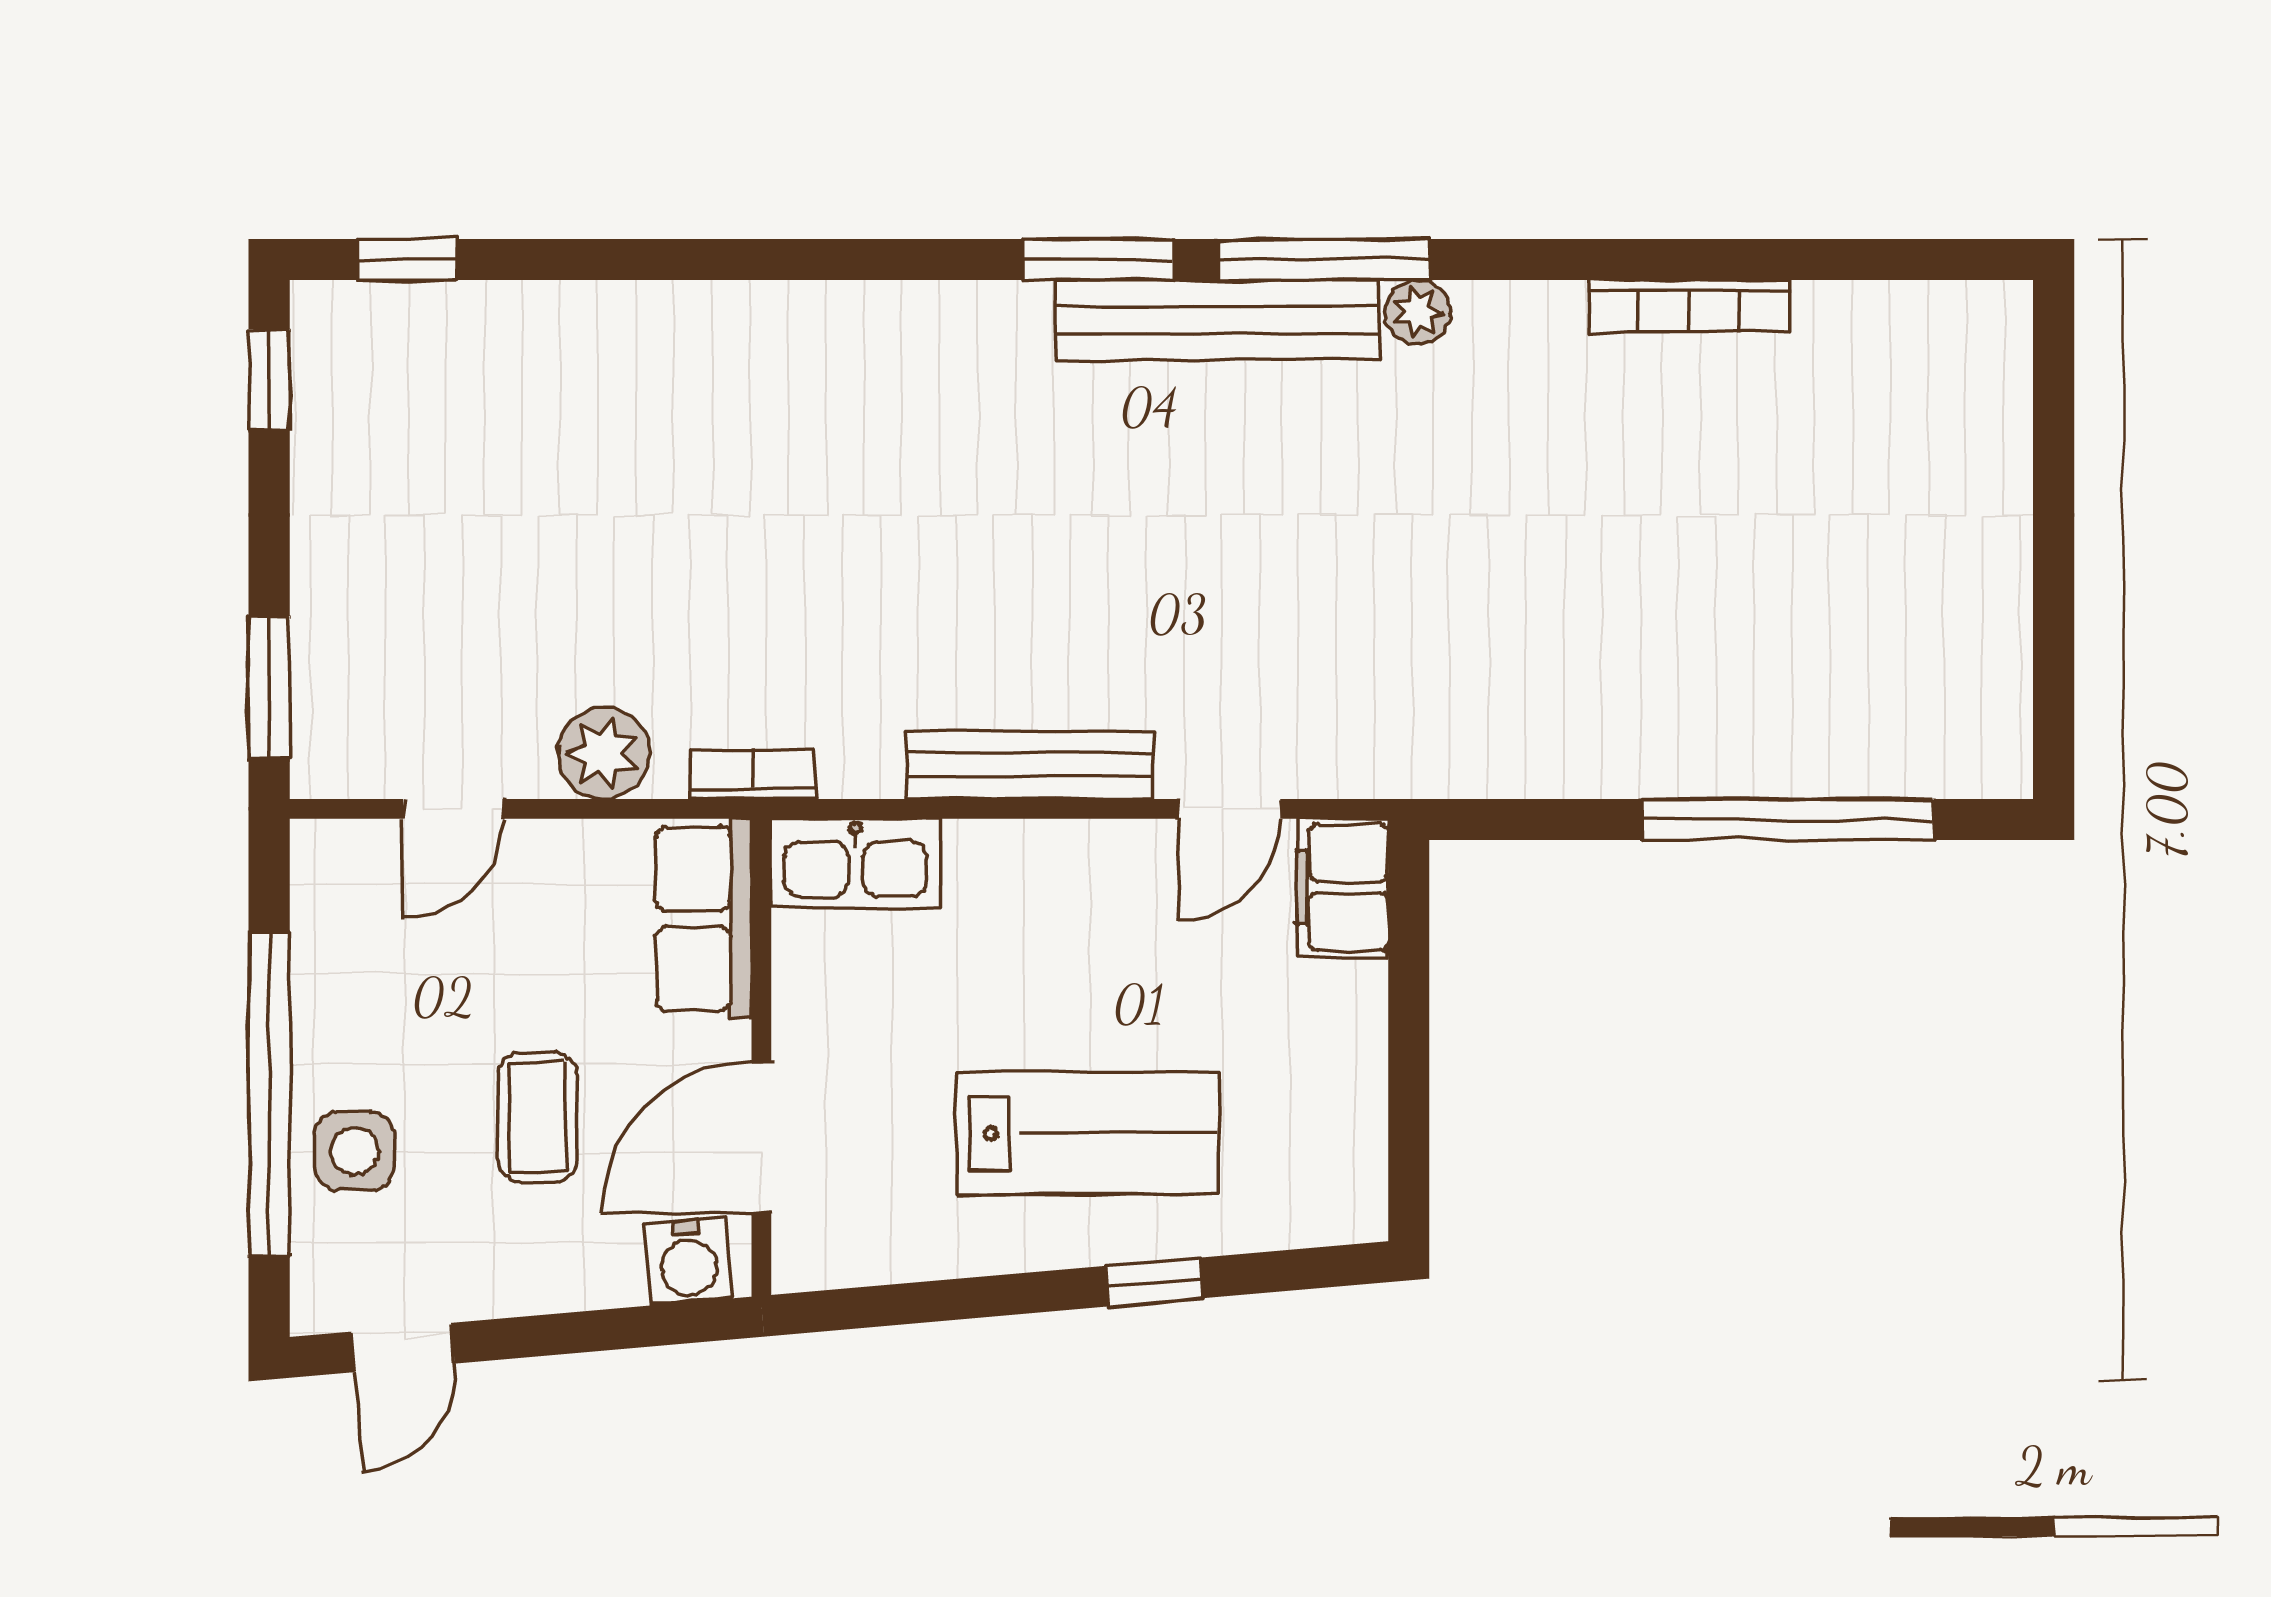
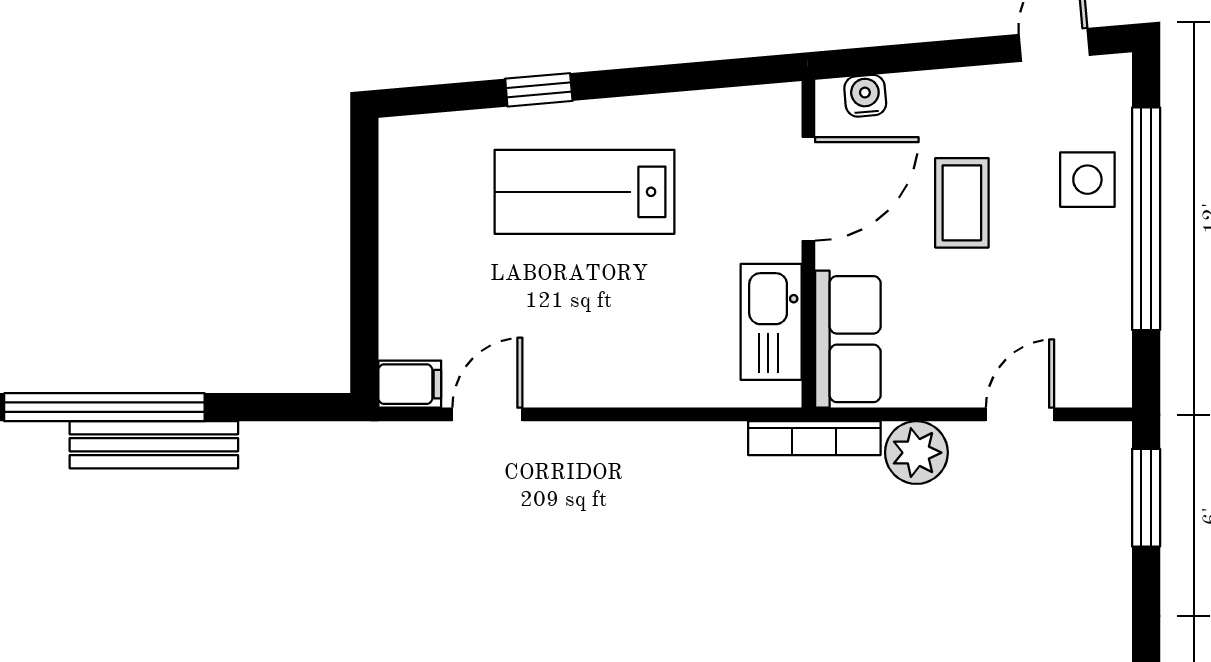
bench: (1029, 765) -> (154, 445), moved
bookcase: (753, 774) -> (814, 438), width x1.56
kitchen sink: (856, 863) -> (771, 322), moved, turned -90
filing cabinet: (1343, 887) -> (410, 384), width x0.50
water cooler: (689, 1261) -> (865, 96), width x0.72, depth x0.72

